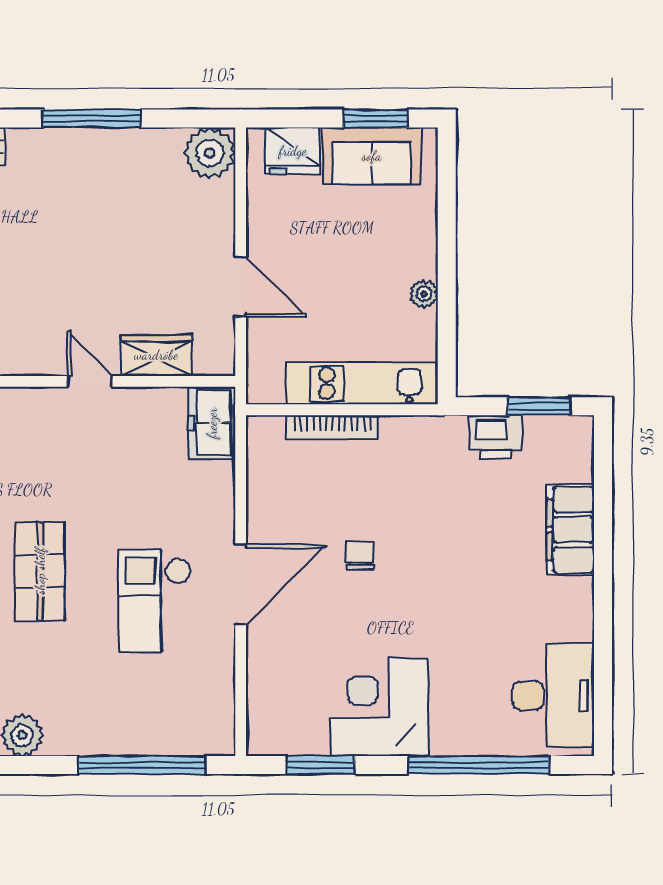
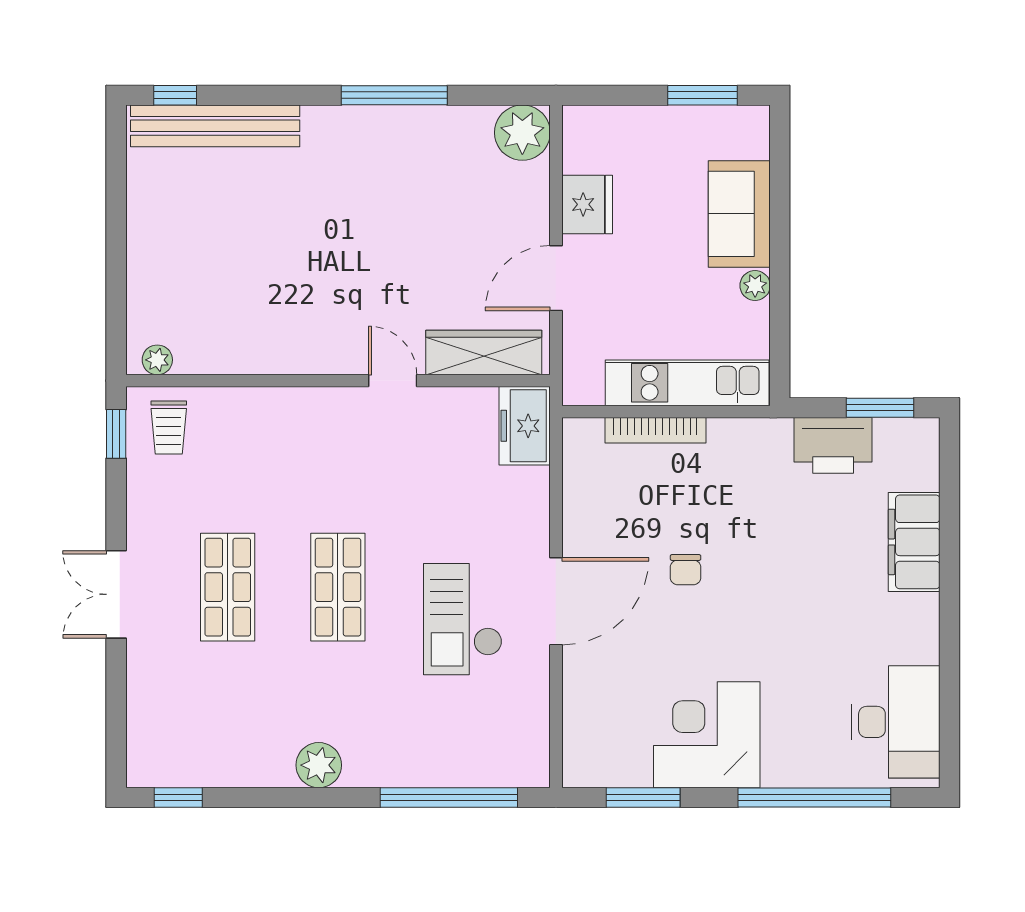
fridge: (293, 151) -> (587, 204), moved, turned -90
sofa: (372, 156) -> (739, 214), moved, turned 90
door: (241, 287) -> (556, 278), swing flipped
wardrobe: (156, 355) -> (484, 353), width x1.50
printer: (496, 437) -> (833, 445), width x1.37, depth x1.19
chair: (360, 555) -> (686, 570), turned 180

